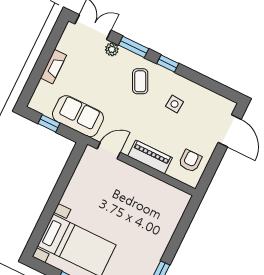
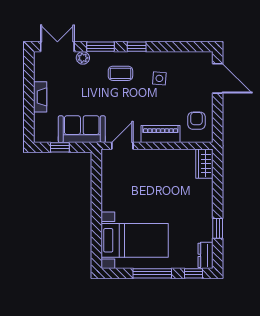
coffee table: (140, 81) -> (120, 73), turned -64
wardrobe: (178, 205) -> (204, 164), added

